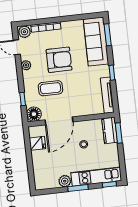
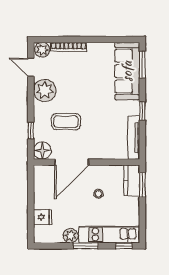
armchair: (59, 60) -> (80, 88), removed
plant: (26, 65) -> (45, 90), width x1.88, depth x1.88
fridge: (37, 143) -> (43, 217), moved

